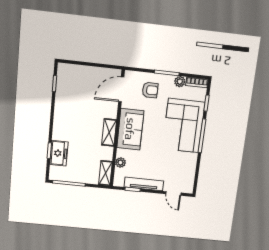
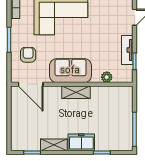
plant: (180, 82) -> (16, 25), removed
freezer: (59, 153) -> (81, 142), moved
shelving: (105, 173) -> (54, 145), moved
tv unit: (144, 184) -> (127, 50), width x0.71

